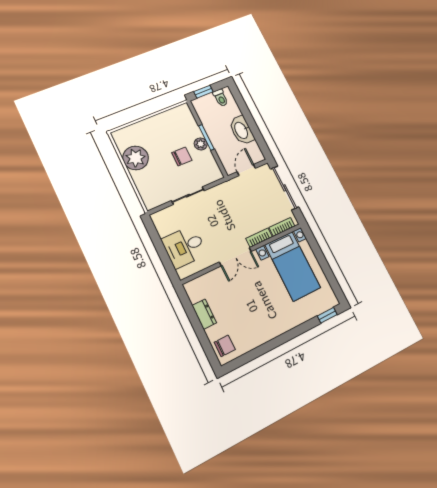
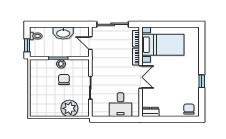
plant: (136, 158) -> (69, 108), moved
dresser: (204, 314) -> (150, 112), moved
window: (327, 315) -> (202, 81), moved

